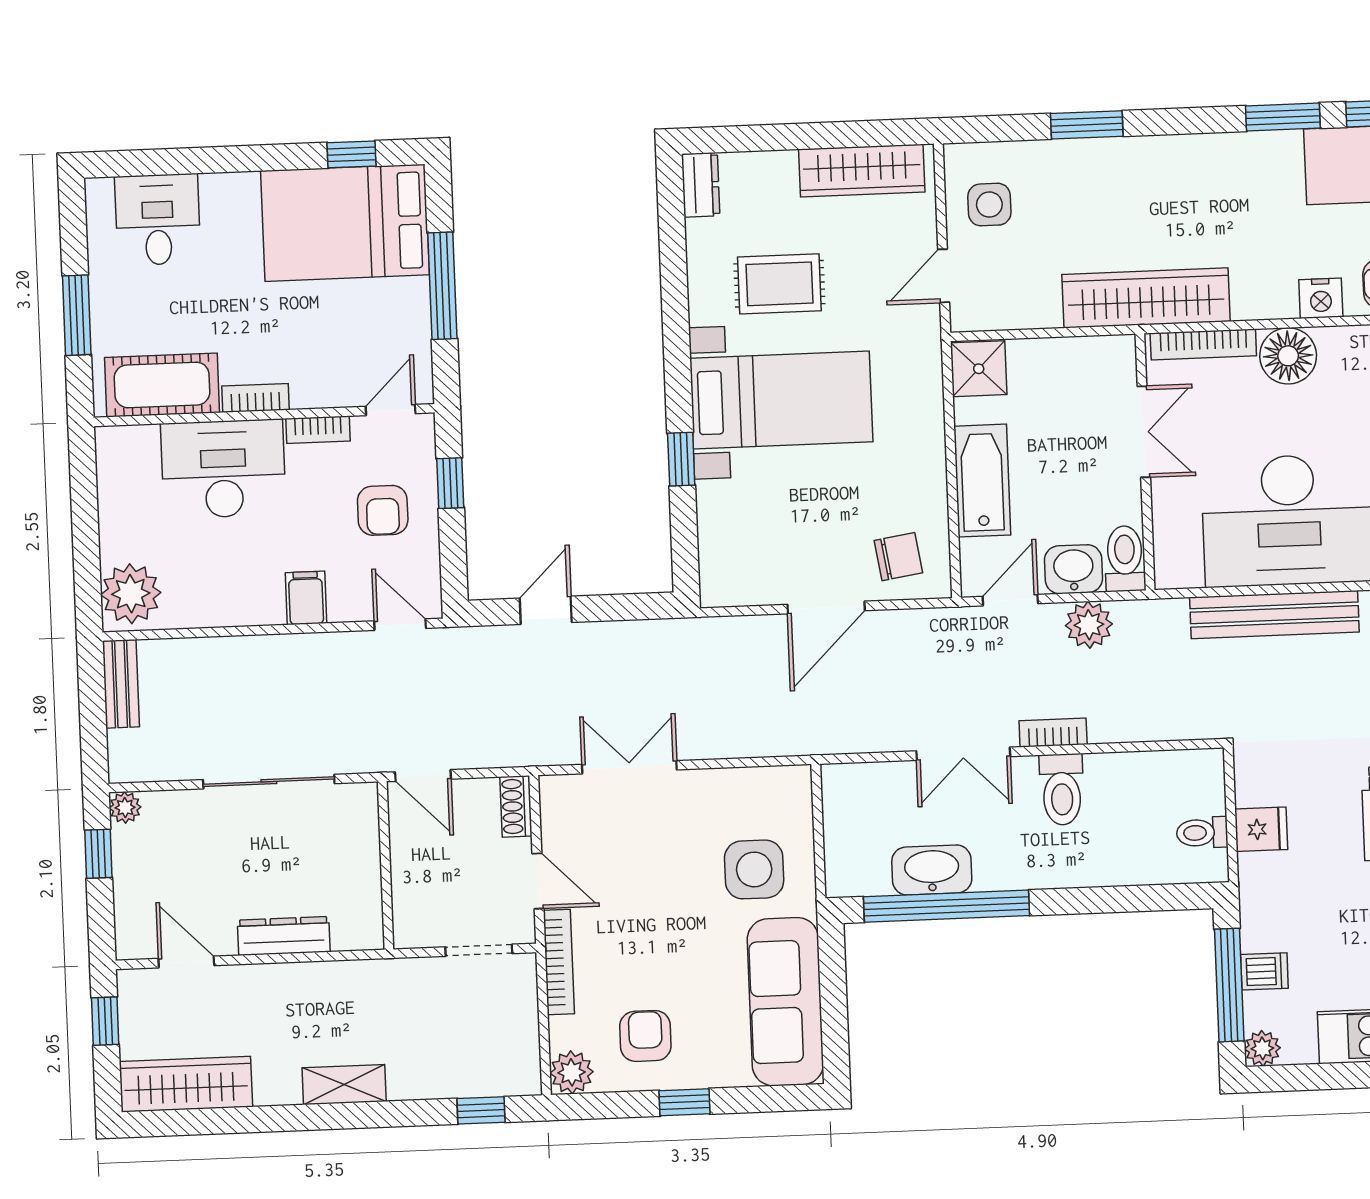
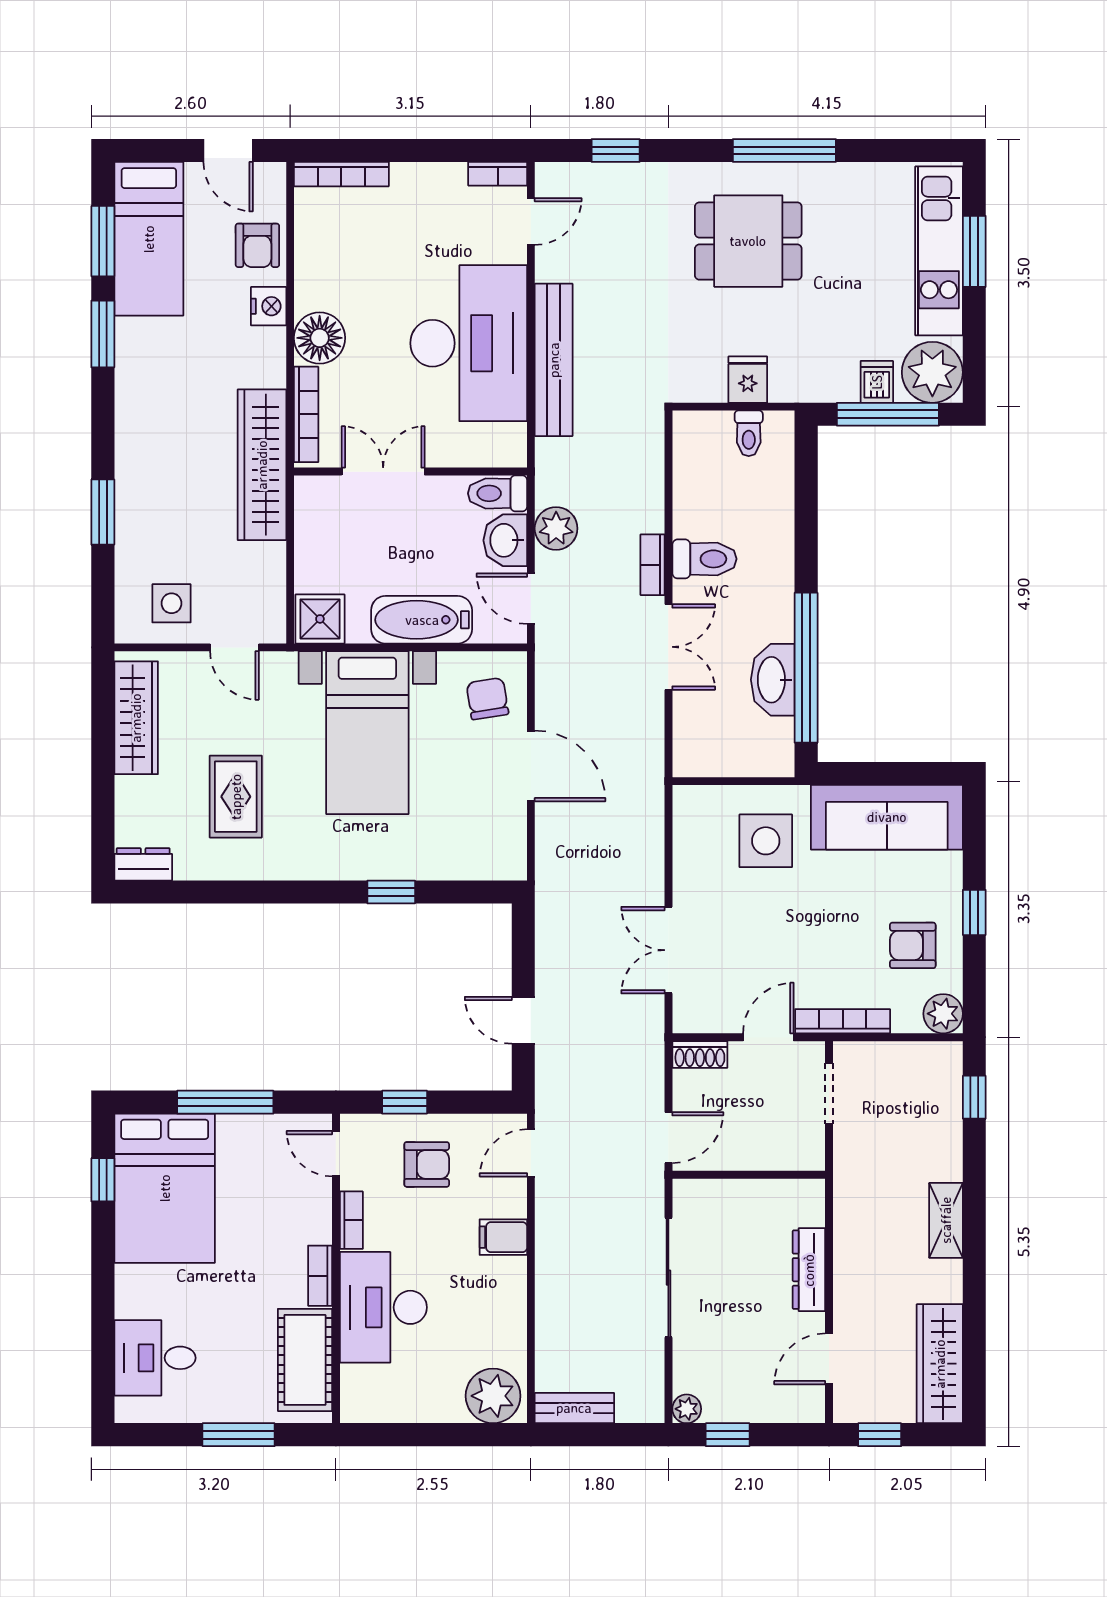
bed with nightstands: (781, 400) -> (367, 733), moved, turned 180
plant: (1262, 1048) -> (932, 372), width x1.87, depth x1.87

